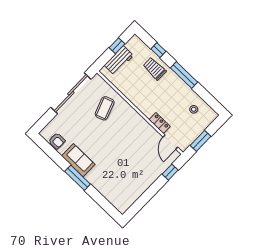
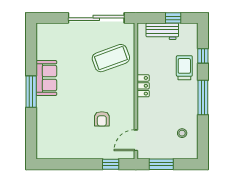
coffee table: (105, 108) -> (111, 58), width x1.36, depth x1.32
locker: (160, 123) -> (143, 86), moved
armchair: (57, 141) -> (102, 119), moved

